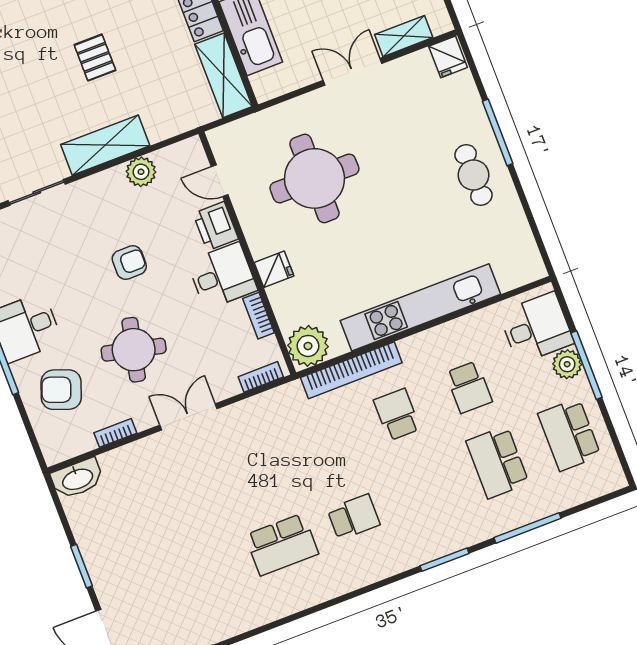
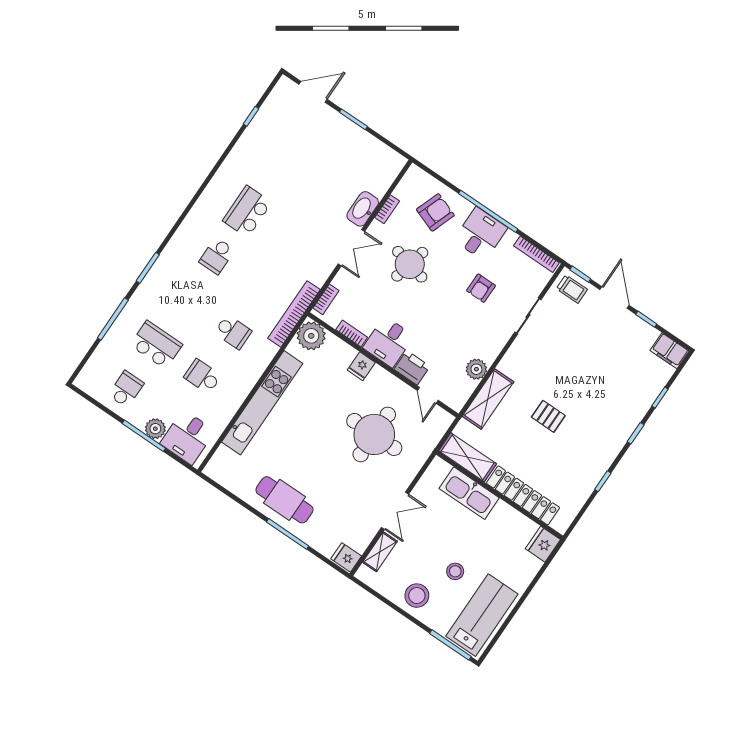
shelving: (105, 145) -> (488, 399), moved
cafe table: (473, 175) -> (284, 500), width x1.37, depth x1.35
door: (220, 181) -> (428, 395), swing flipped
armchair: (129, 263) -> (481, 288), moved
bookcase: (351, 370) -> (294, 314), moved
school desk: (569, 435) -> (126, 389), width x0.54
washbasin: (77, 479) -> (363, 209), moved

